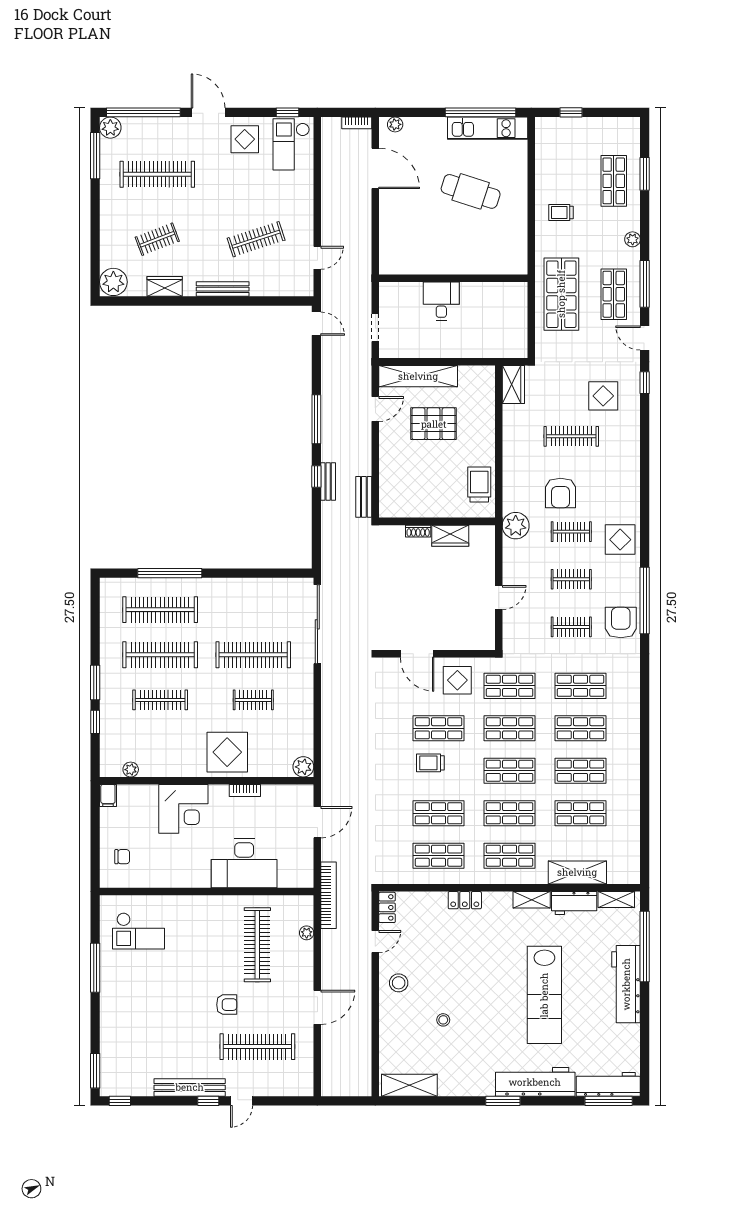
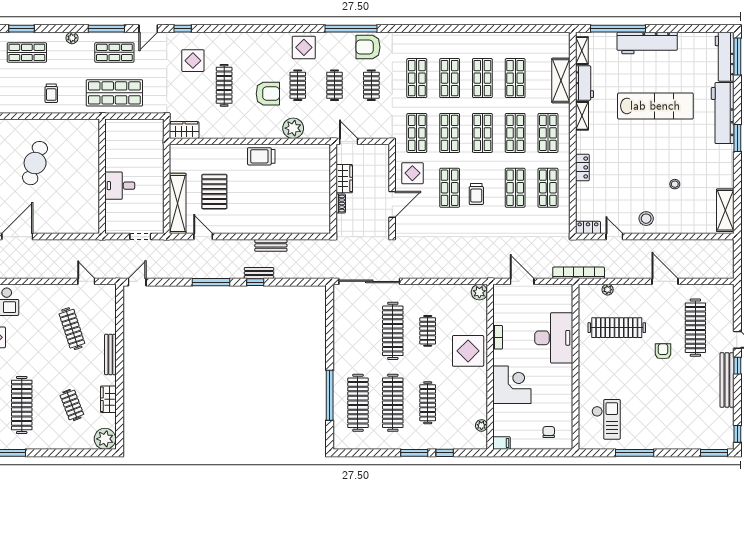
wall: (437, 521) -> (333, 189), moved
shoe rack: (418, 531) -> (341, 204), moved
wardrobe: (450, 536) -> (344, 179), moved

